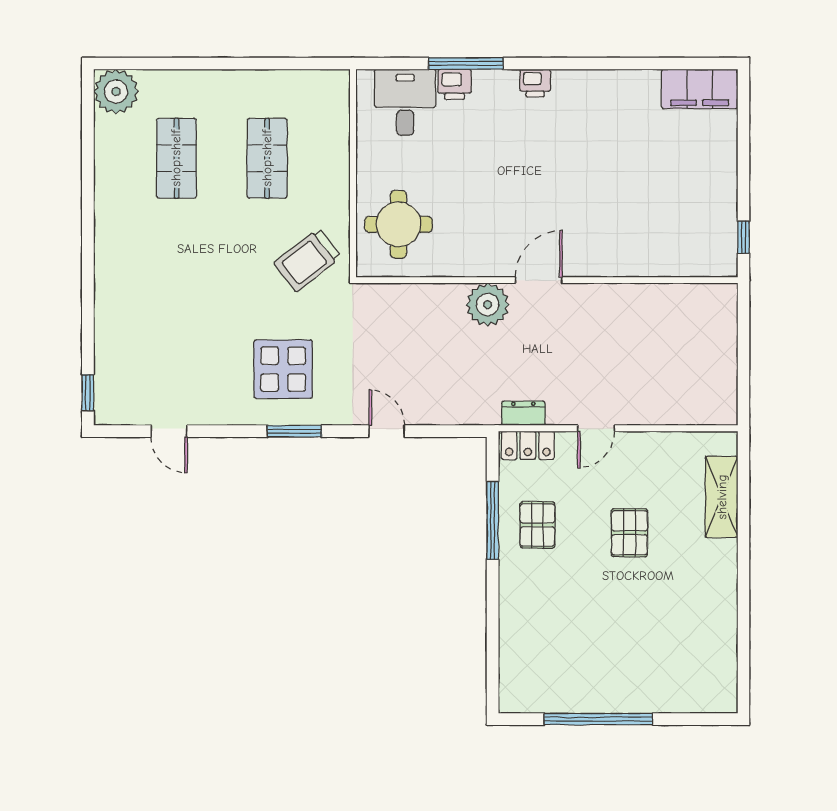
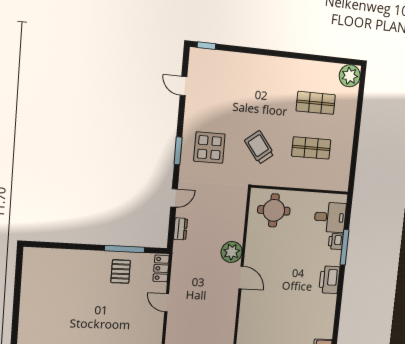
printer: (535, 83) -> (329, 280), width x1.87, depth x1.48
trolley: (308, 260) -> (259, 147), moved
dresser: (523, 413) -> (180, 229), moved
door: (169, 431) -> (183, 86), hinge flipped
pallet: (537, 525) -> (121, 271), turned 90
pallet: (629, 533) -> (113, 318), removed
window: (598, 719) -> (17, 298), removed

